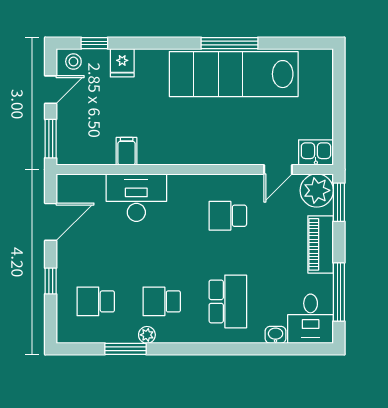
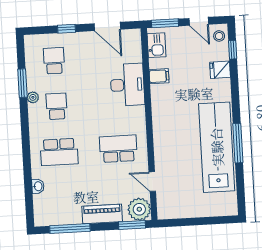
kitchen sink: (316, 152) -> (156, 45), moved
school desk: (228, 216) -> (118, 149), width x1.85
desk: (311, 319) -> (50, 210), removed

